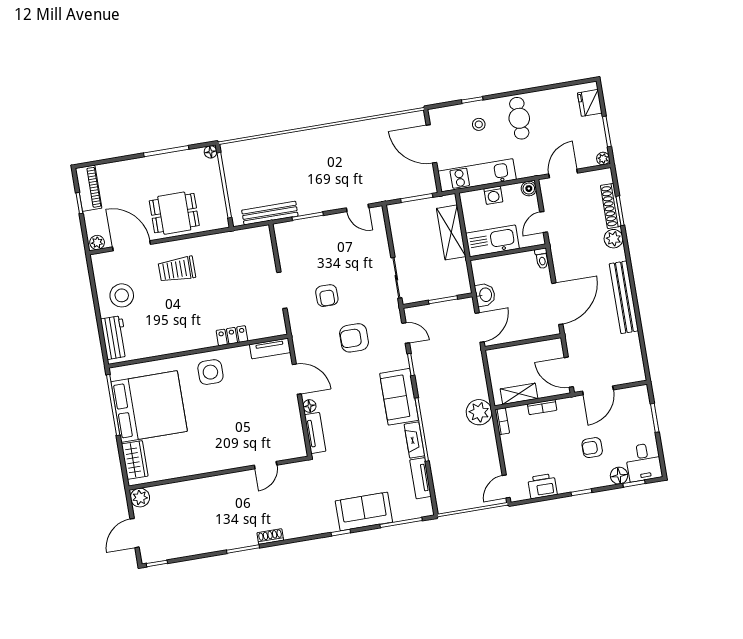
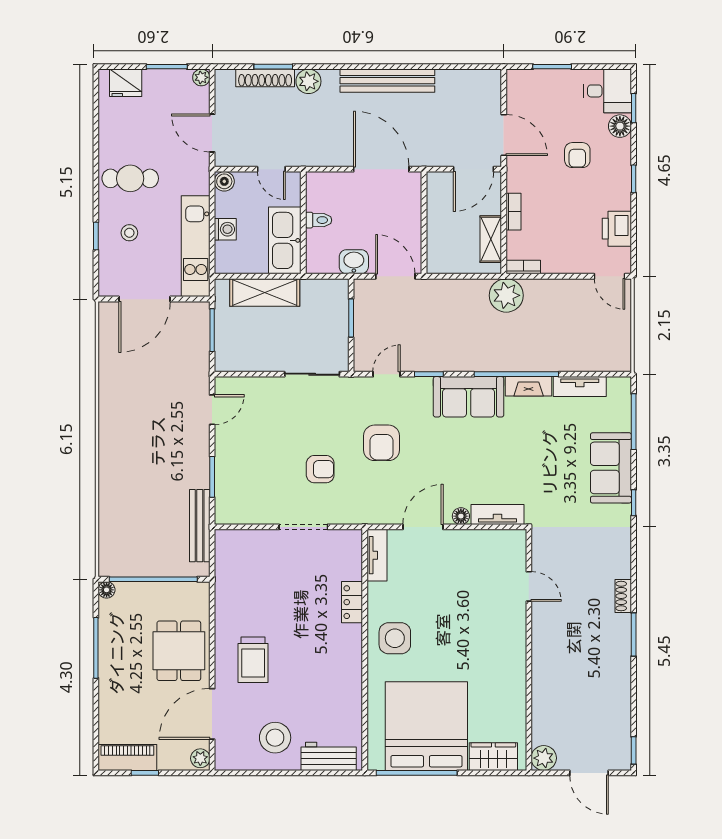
toilet: (542, 258) -> (319, 220), moved

